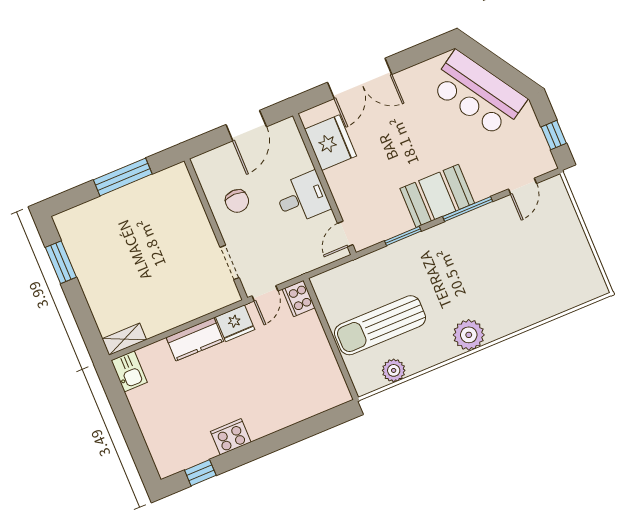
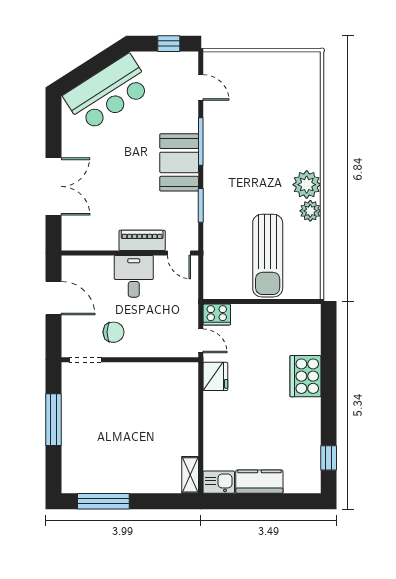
fridge: (330, 143) -> (97, 233), removed
piano: (342, 191) -> (142, 240), added
window: (61, 262) -> (103, 501), width x1.44
doorway: (230, 262) -> (85, 360), moved
kitchen counter: (195, 339) -> (259, 482), moved, turned -90
plant: (394, 370) -> (310, 211), moved
cooker: (231, 437) -> (305, 376), moved, width x1.37, depth x1.31

